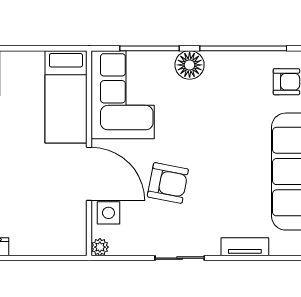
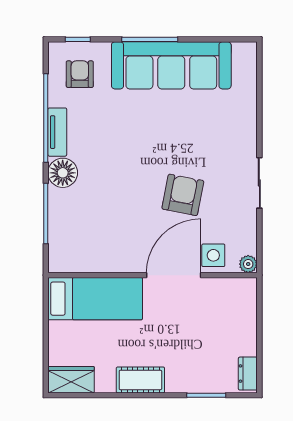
corner sofa: (123, 95) -> (93, 241), removed
tv unit: (245, 247) -> (57, 132), moved, turned 180

